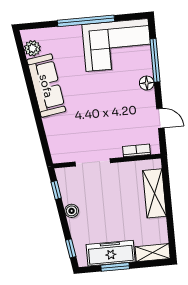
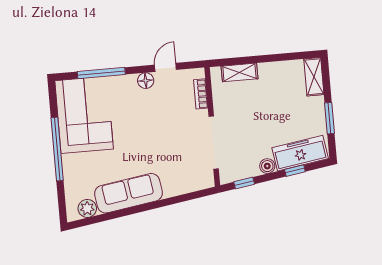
floor lamp: (147, 83) -> (146, 81), moved
doorway: (93, 162) -> (214, 143), width x1.36
shelving: (154, 193) -> (239, 72), width x0.67, depth x0.75
window: (71, 248) -> (295, 171), moved
freezer: (111, 253) -> (300, 153), moved, turned 81

